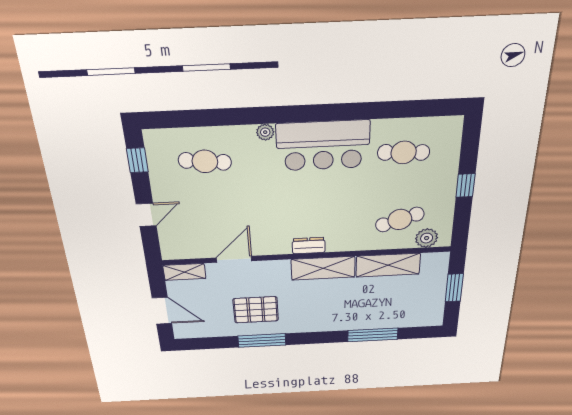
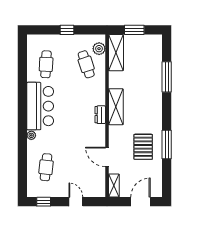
shelving: (388, 265) -> (116, 53), moved

